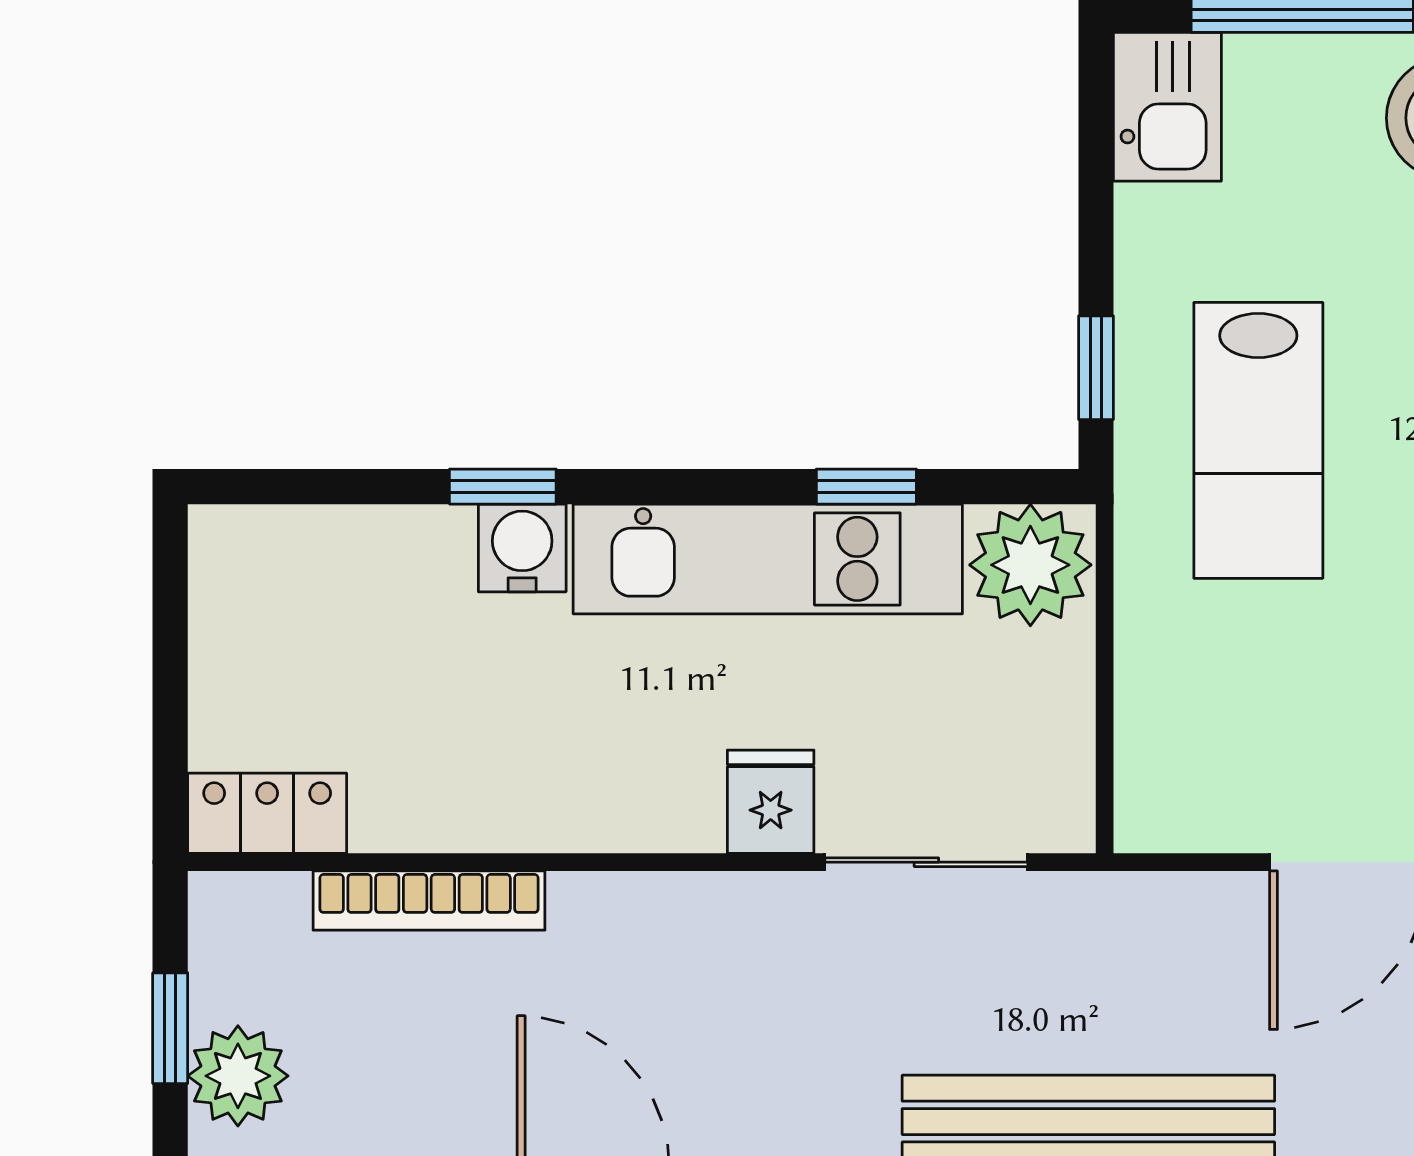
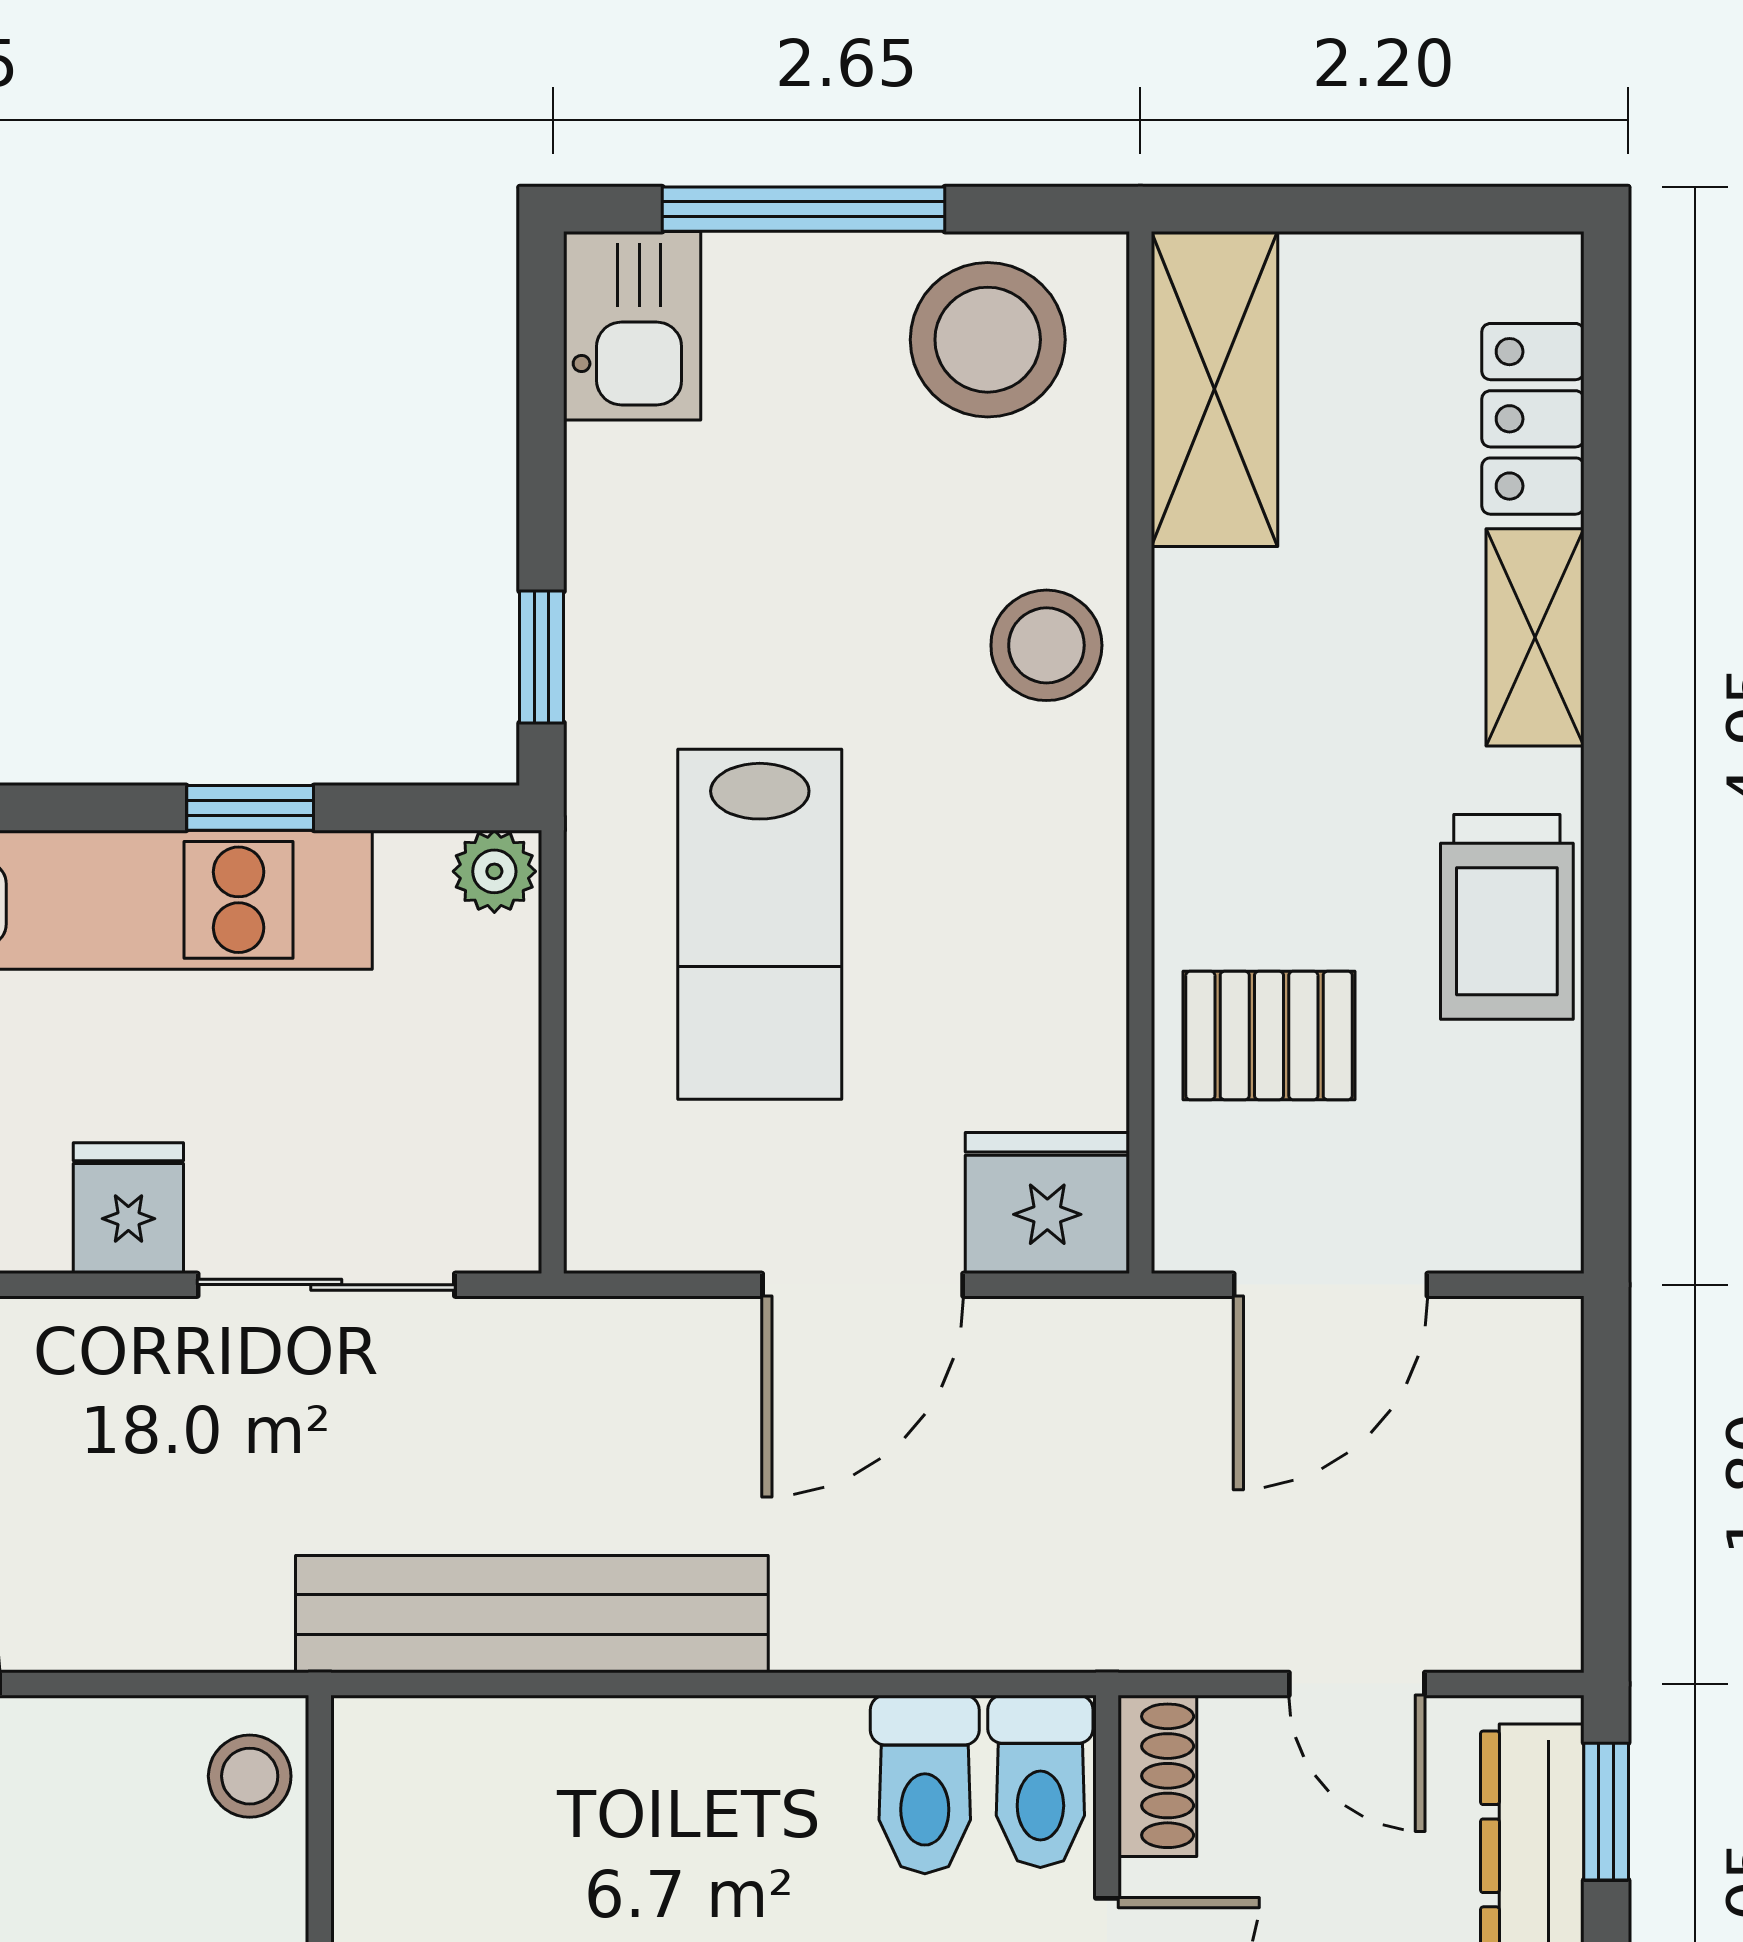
lab bench: (1258, 440) -> (760, 924), moved
plant: (1030, 565) -> (494, 871), width x0.53, depth x0.53

